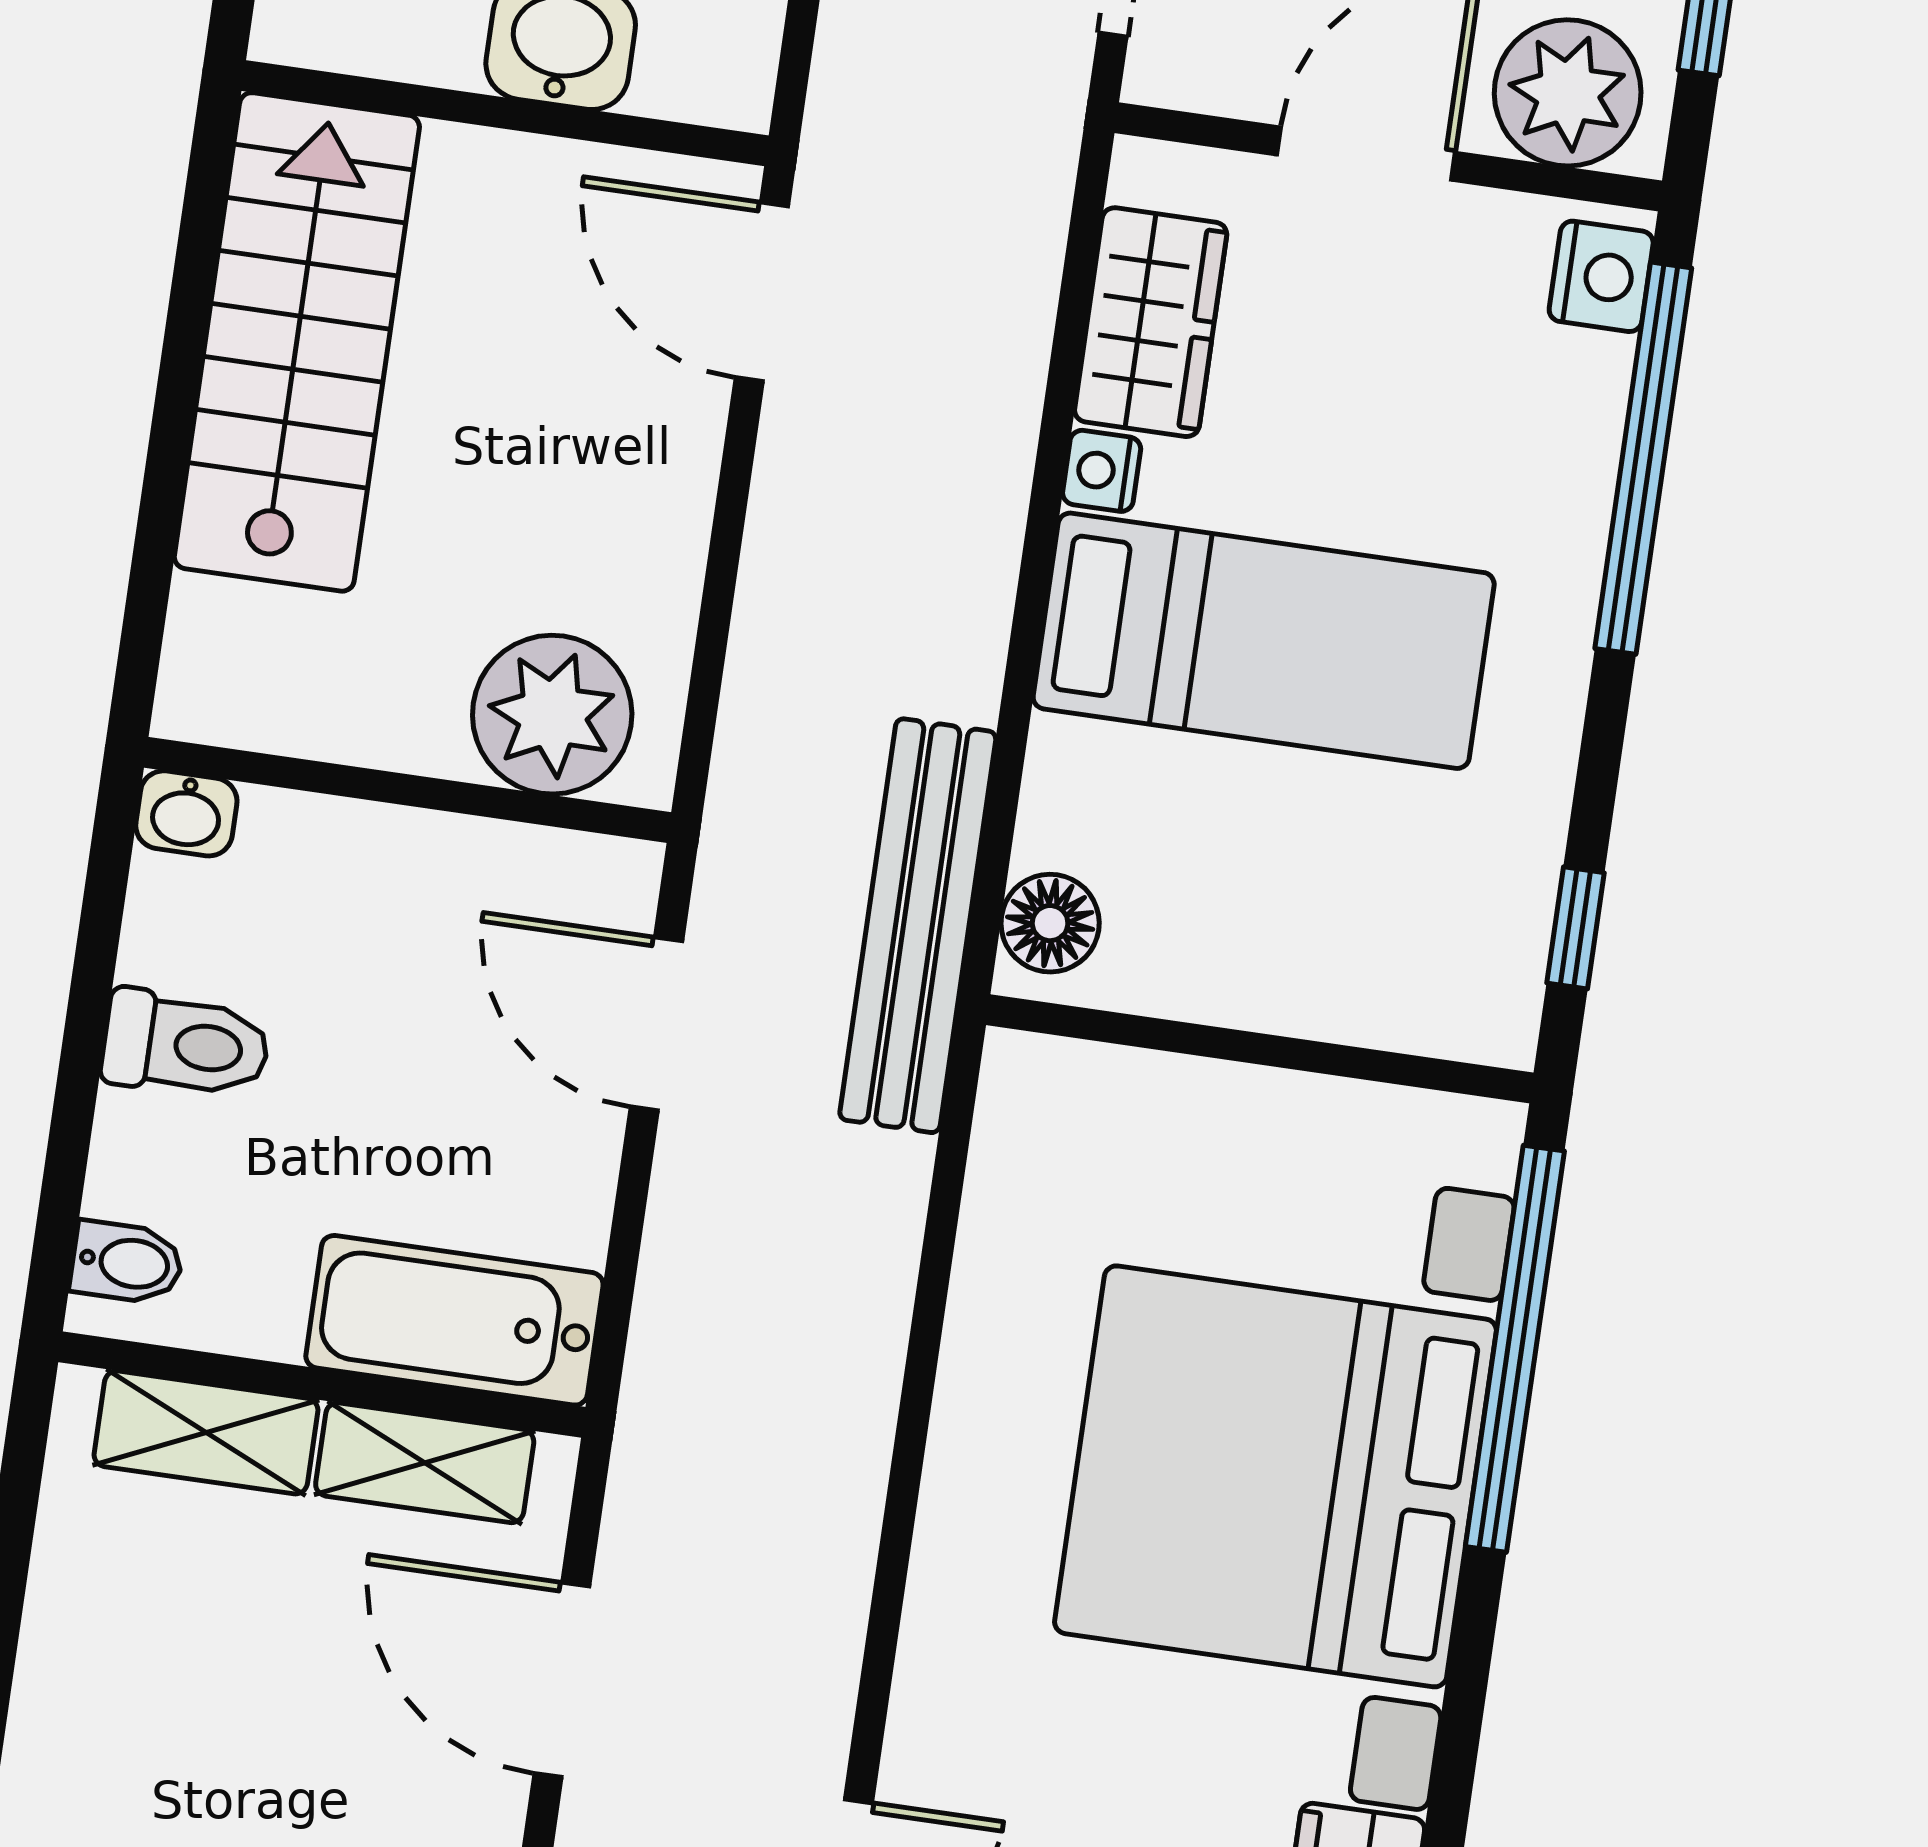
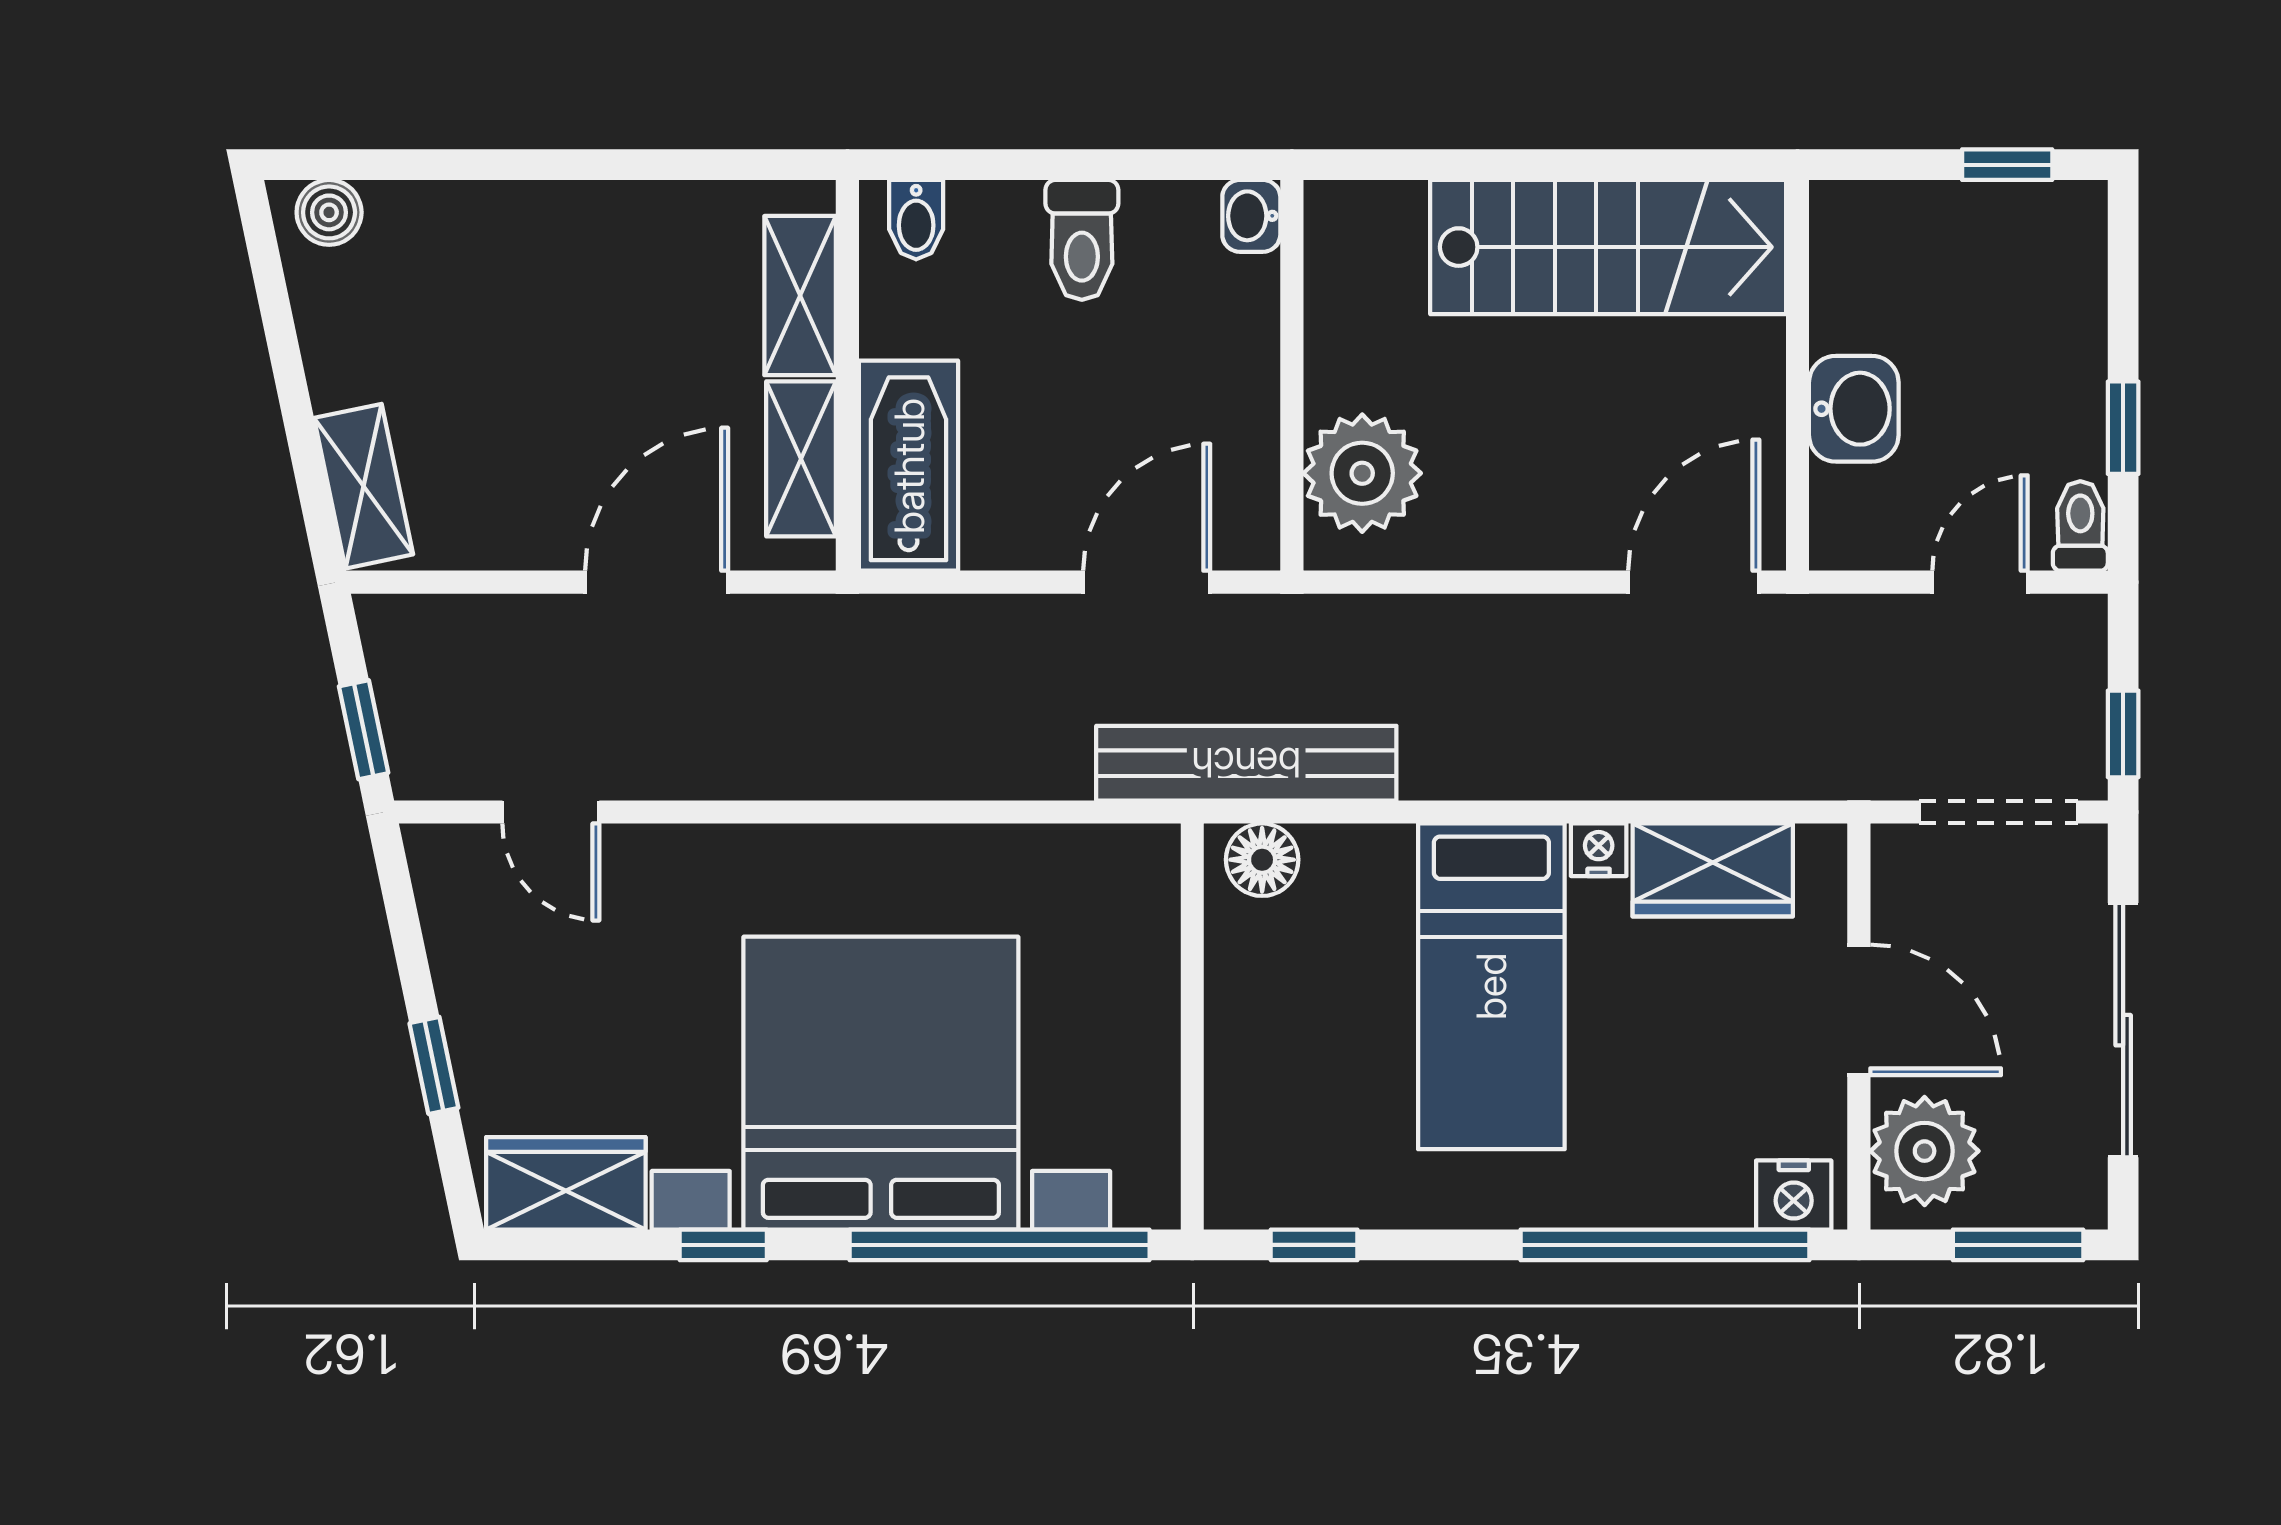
window: (1462, 1718) -> (723, 1245), added

